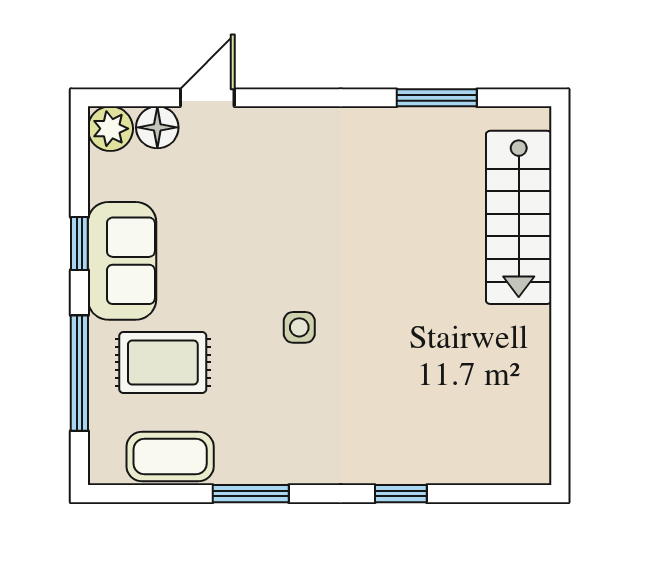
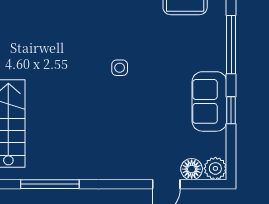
window: (437, 98) -> (50, 184), width x1.44
rug: (163, 362) -> (189, 50), removed

